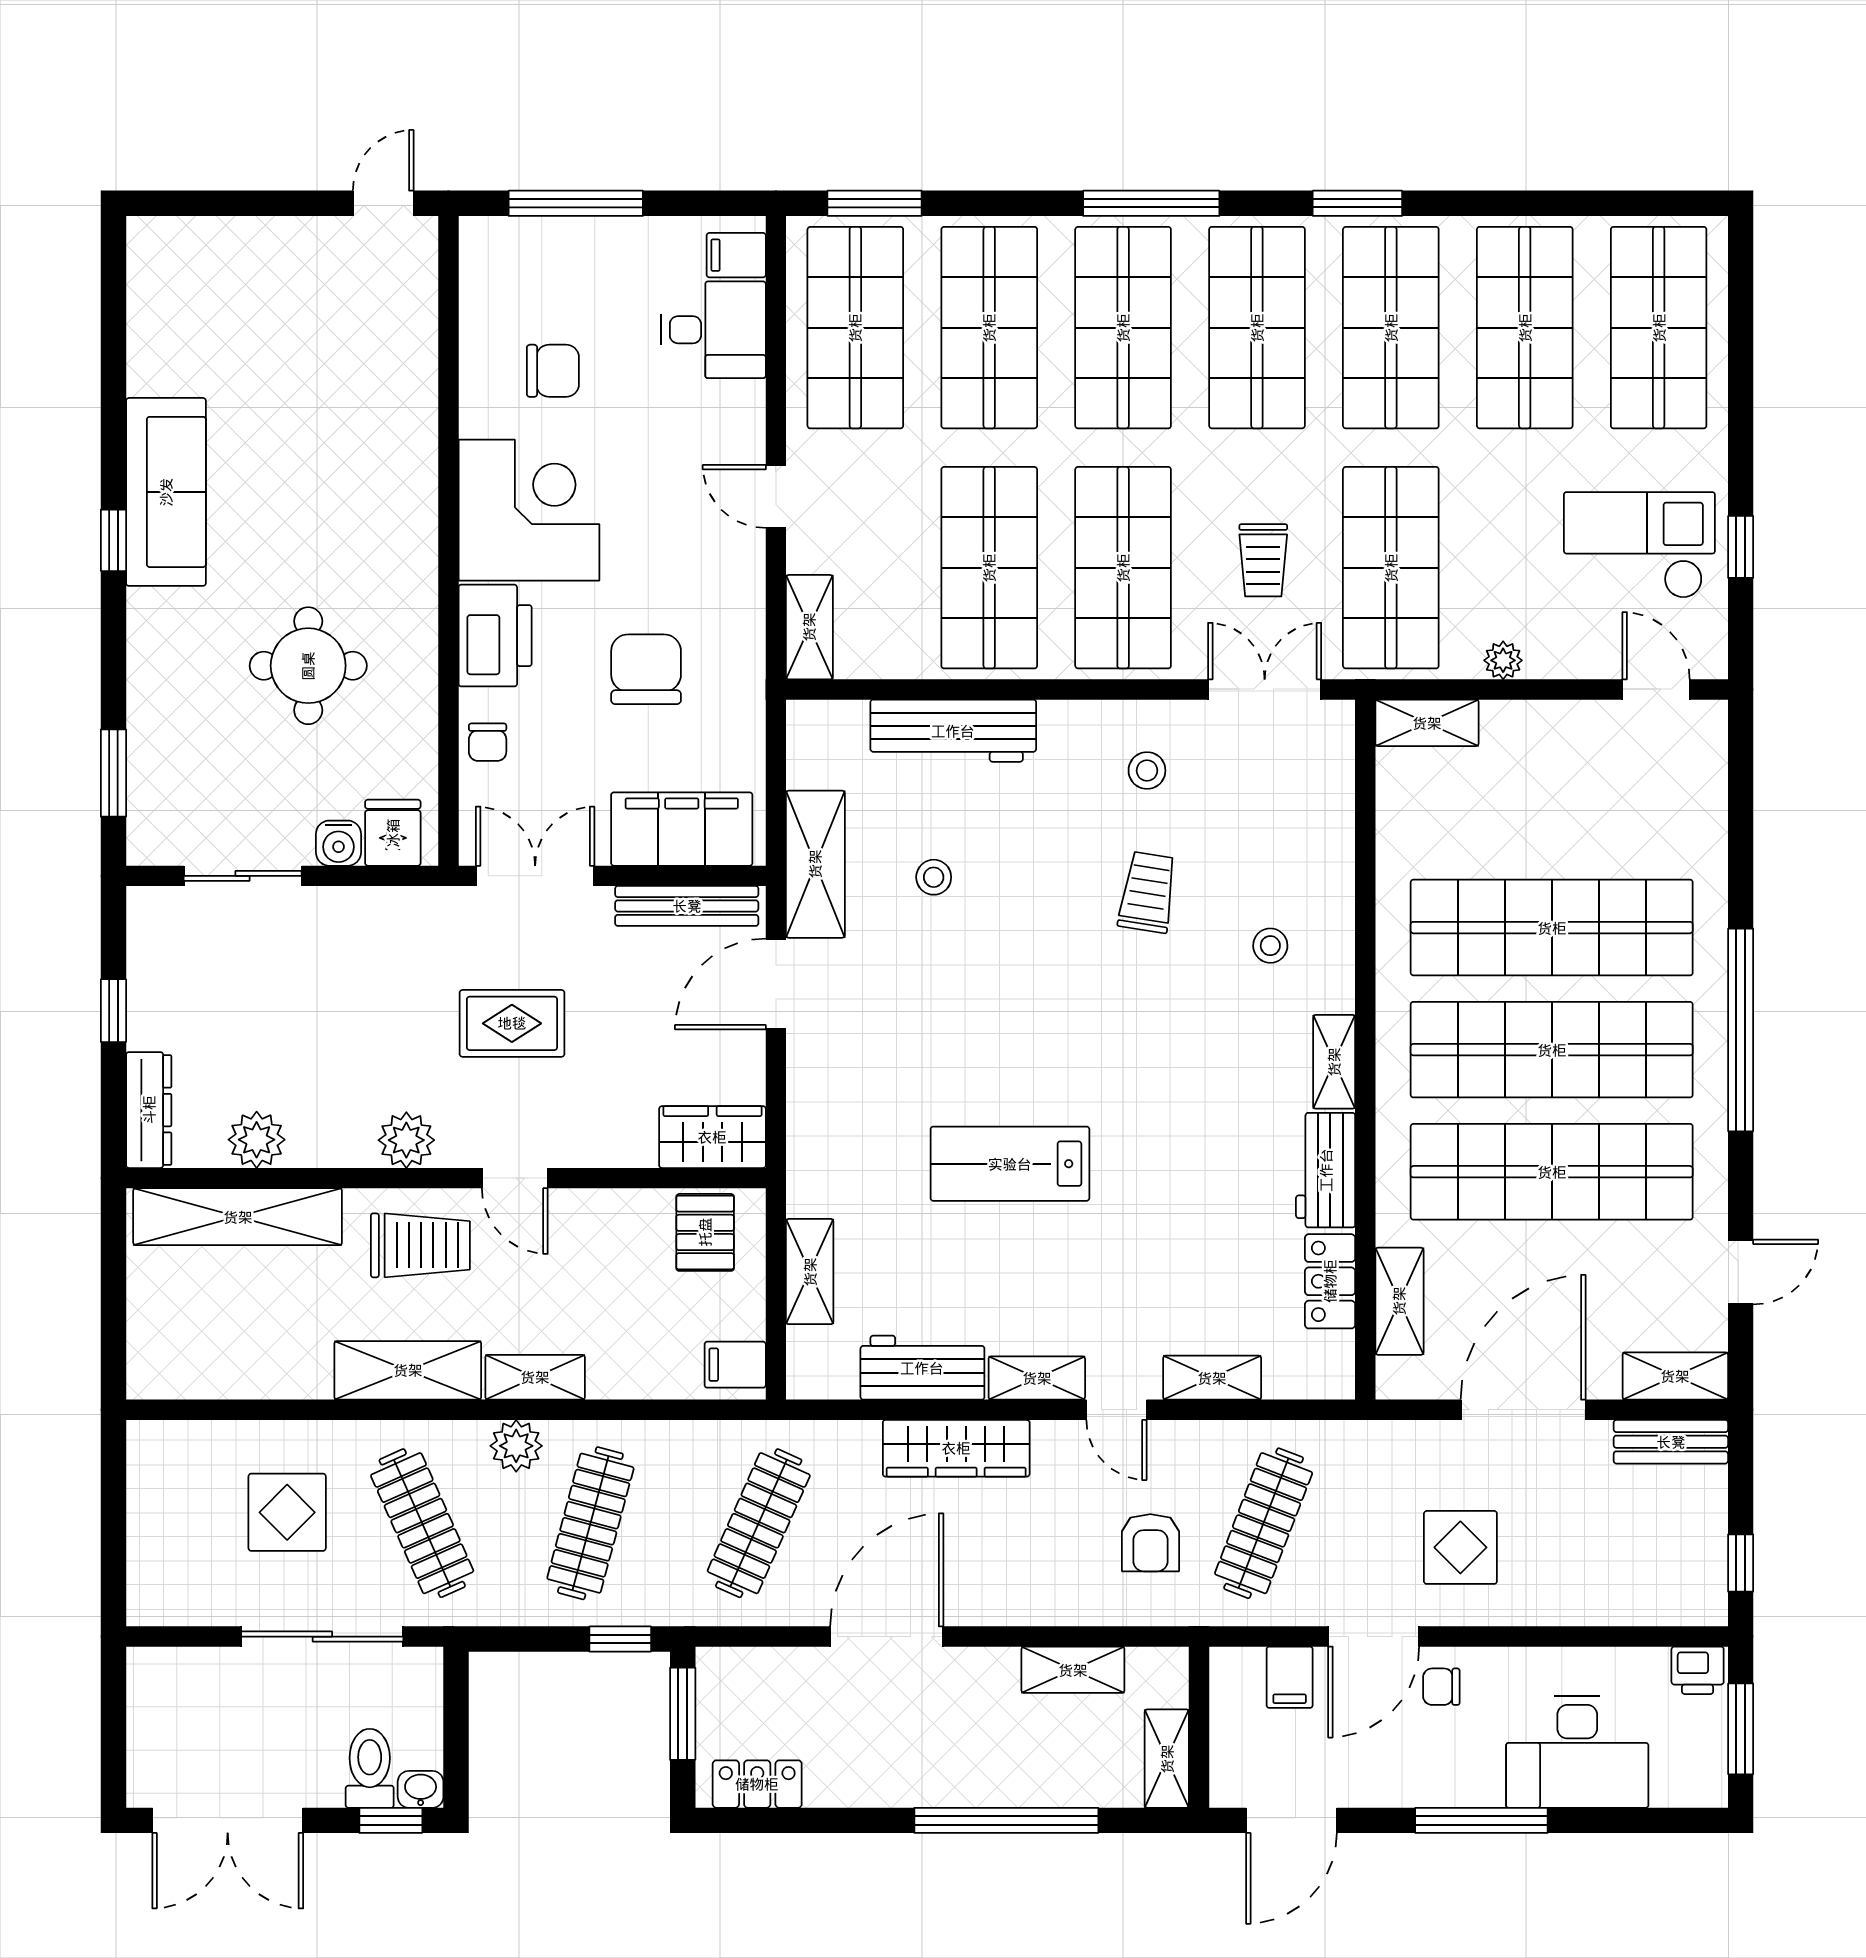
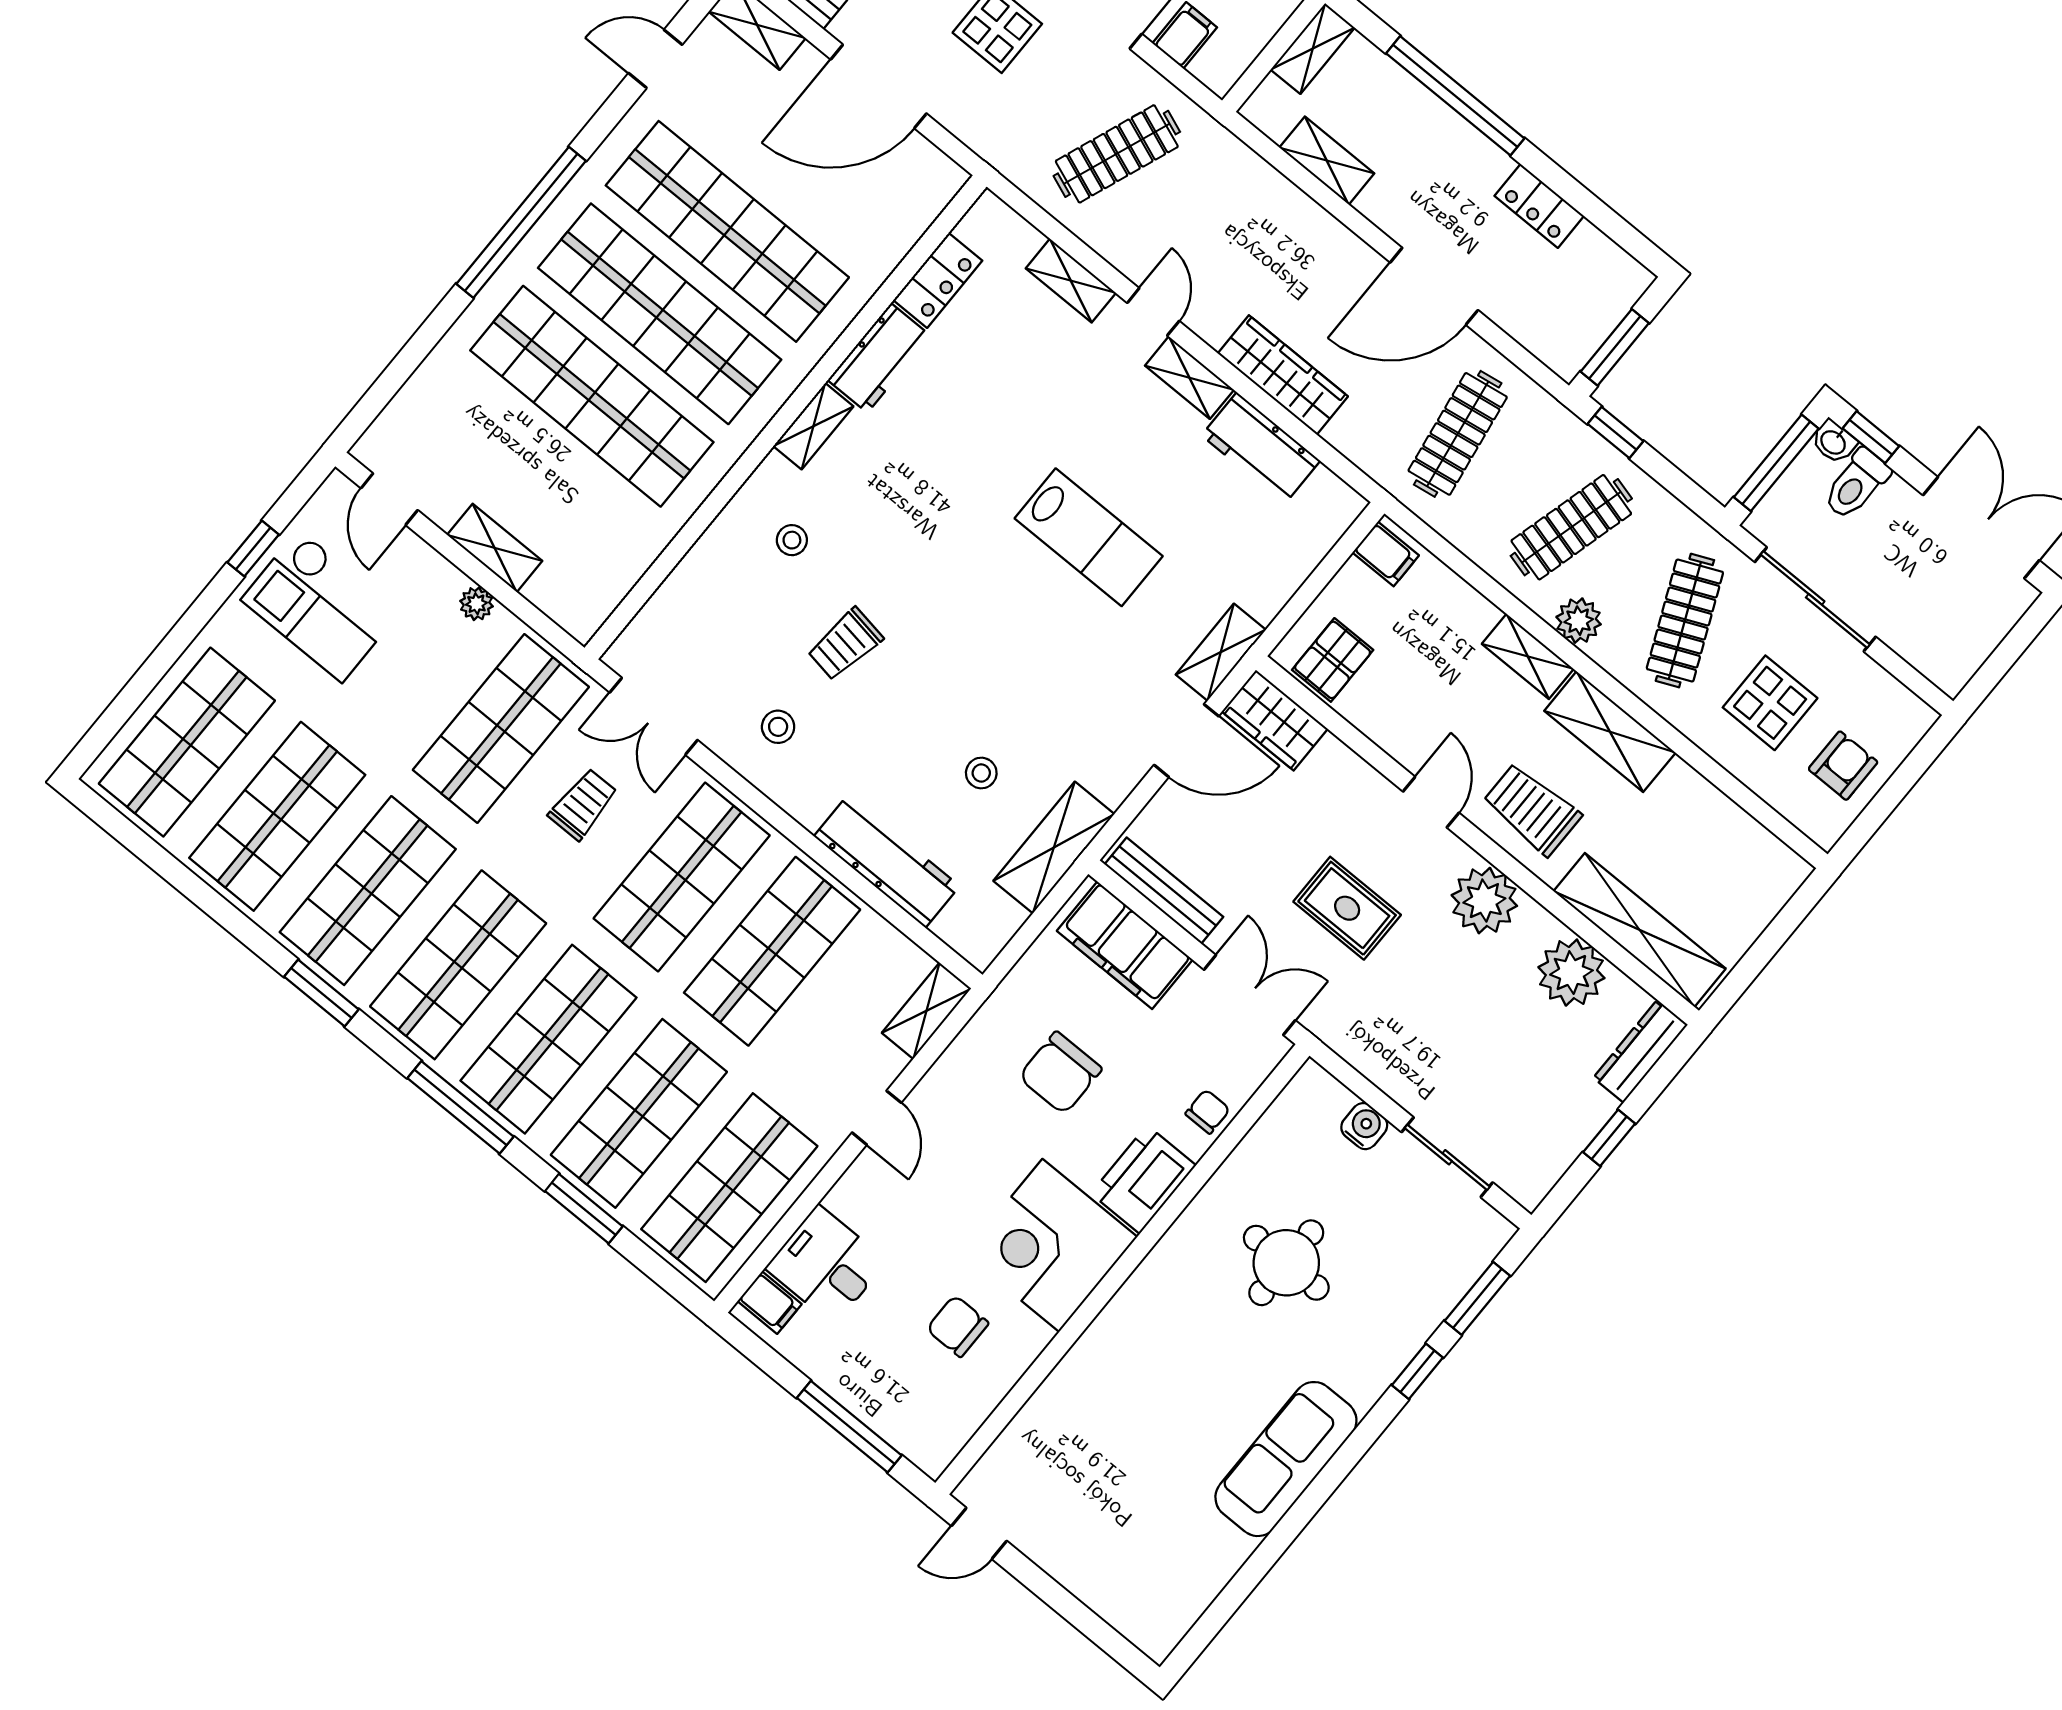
window: (875, 203) -> (584, 1209), moved
window: (113, 540) -> (1417, 1371), moved
shelving: (1427, 723) -> (495, 548), moved
fridge: (393, 833) -> (1322, 1103), removed
double door: (535, 876) -> (1250, 995), swing flipped
door: (776, 984) -> (1186, 741), moved
plant: (257, 1140) -> (1571, 973), width x1.36, depth x1.36
plant: (406, 1140) -> (1484, 901), width x1.36, depth x1.36
shelving: (810, 1272) -> (1221, 652), moved
shelving: (1399, 1301) -> (902, 228), removed
clothes rail: (759, 1523) -> (1458, 434), turned -33
armchair: (1150, 1543) -> (1843, 766), moved
window: (456, 1729) -> (1776, 463), added
locker: (757, 1784) -> (1539, 206), moved

